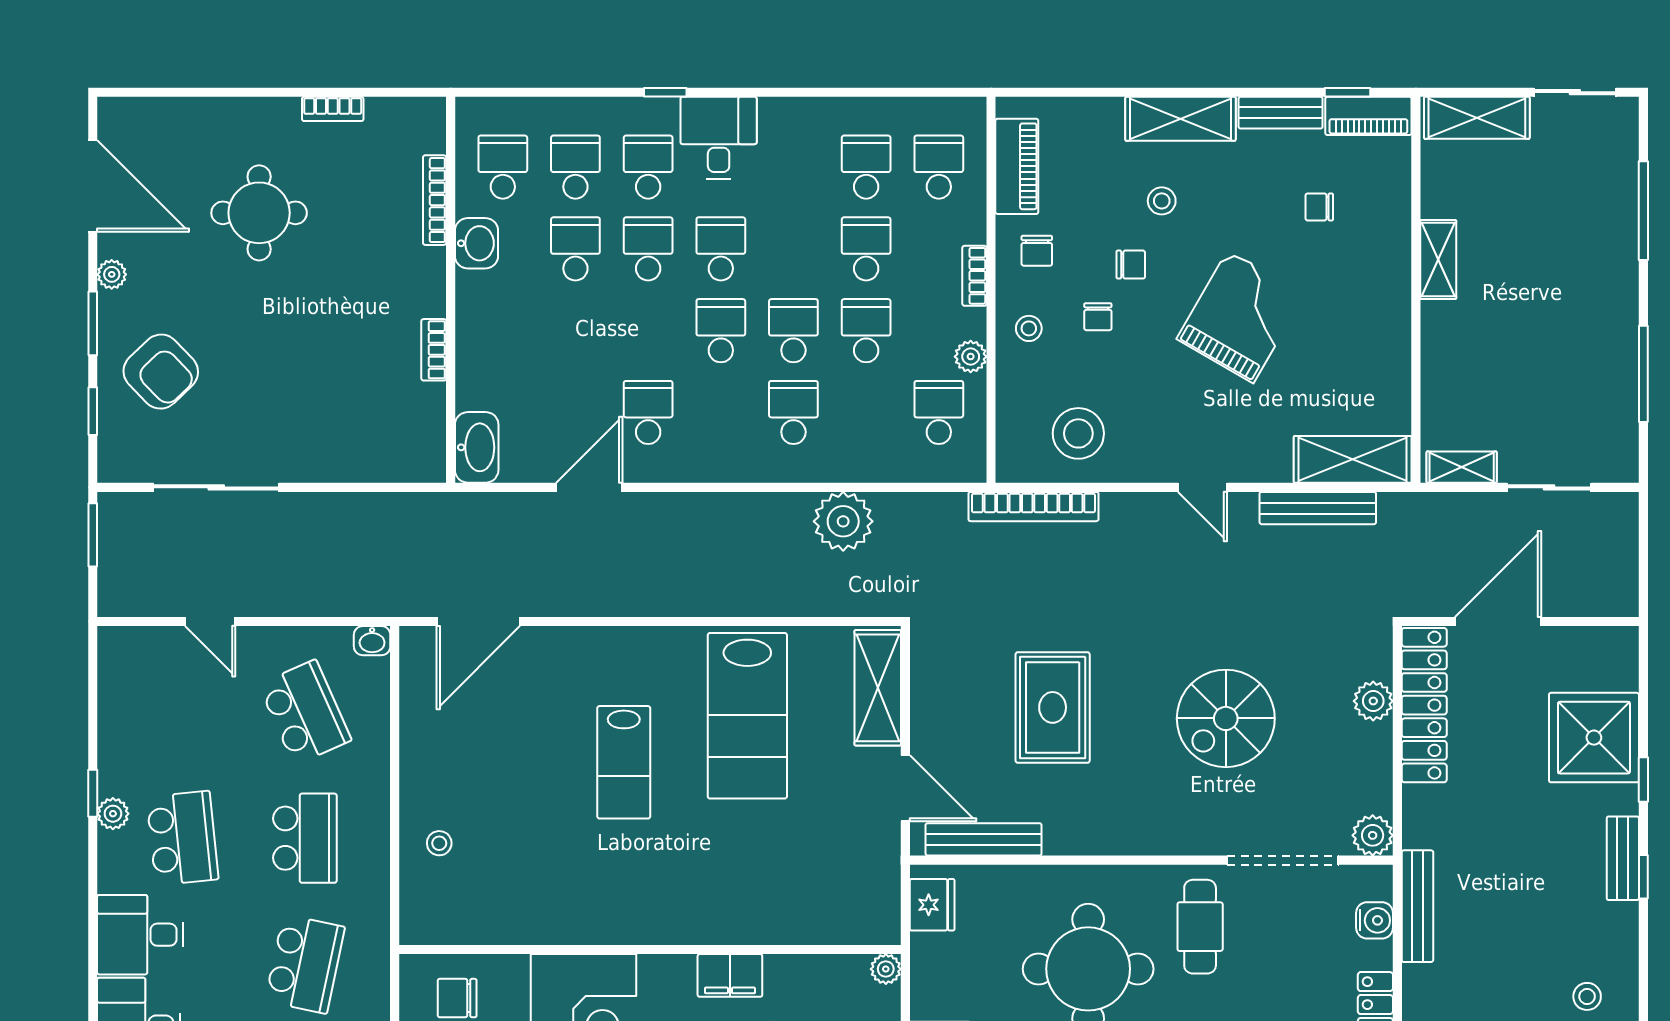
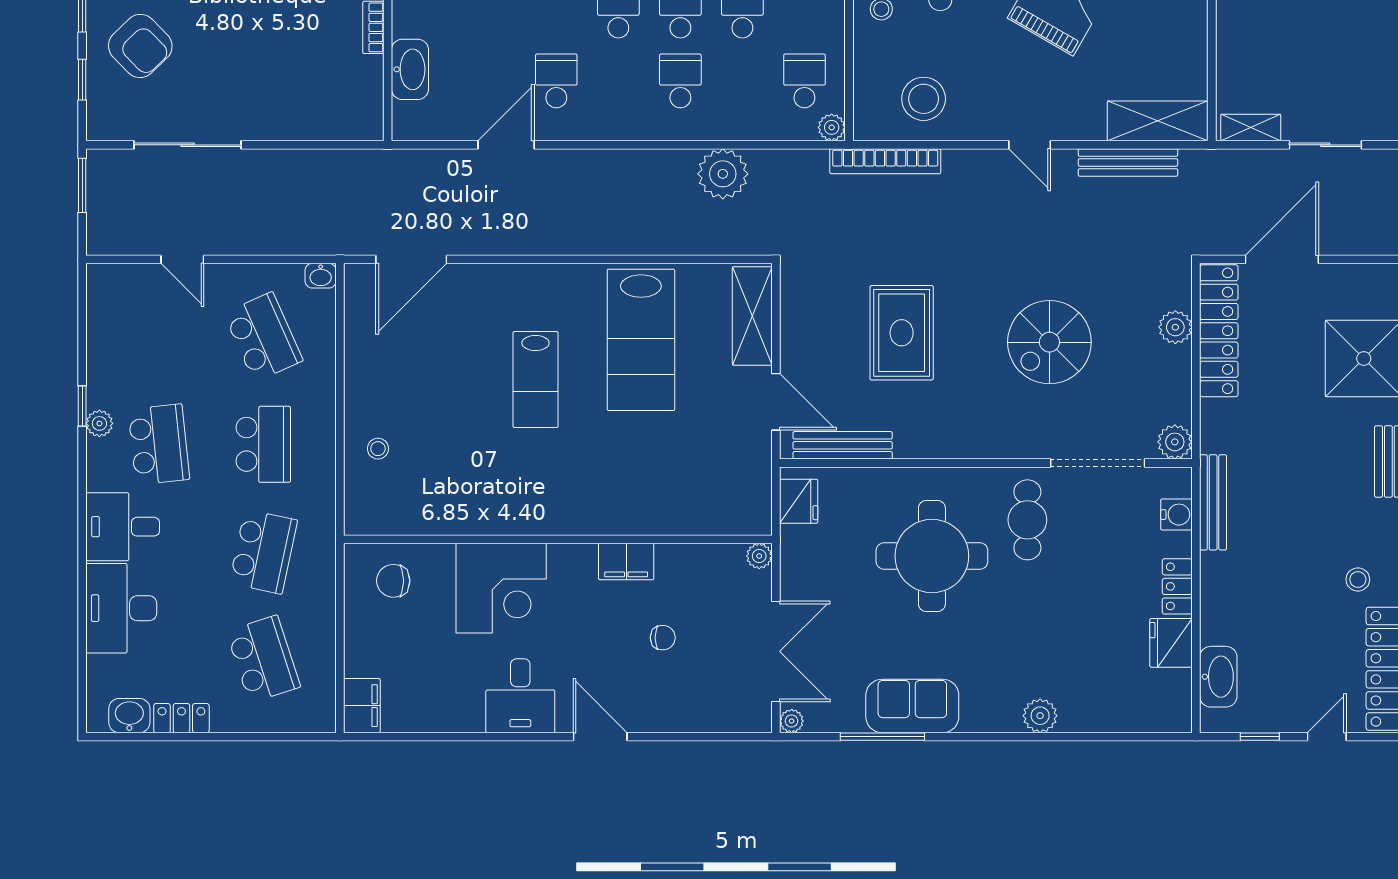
plant: (971, 357) -> (832, 127), moved
washbasin: (477, 447) -> (410, 69), moved

